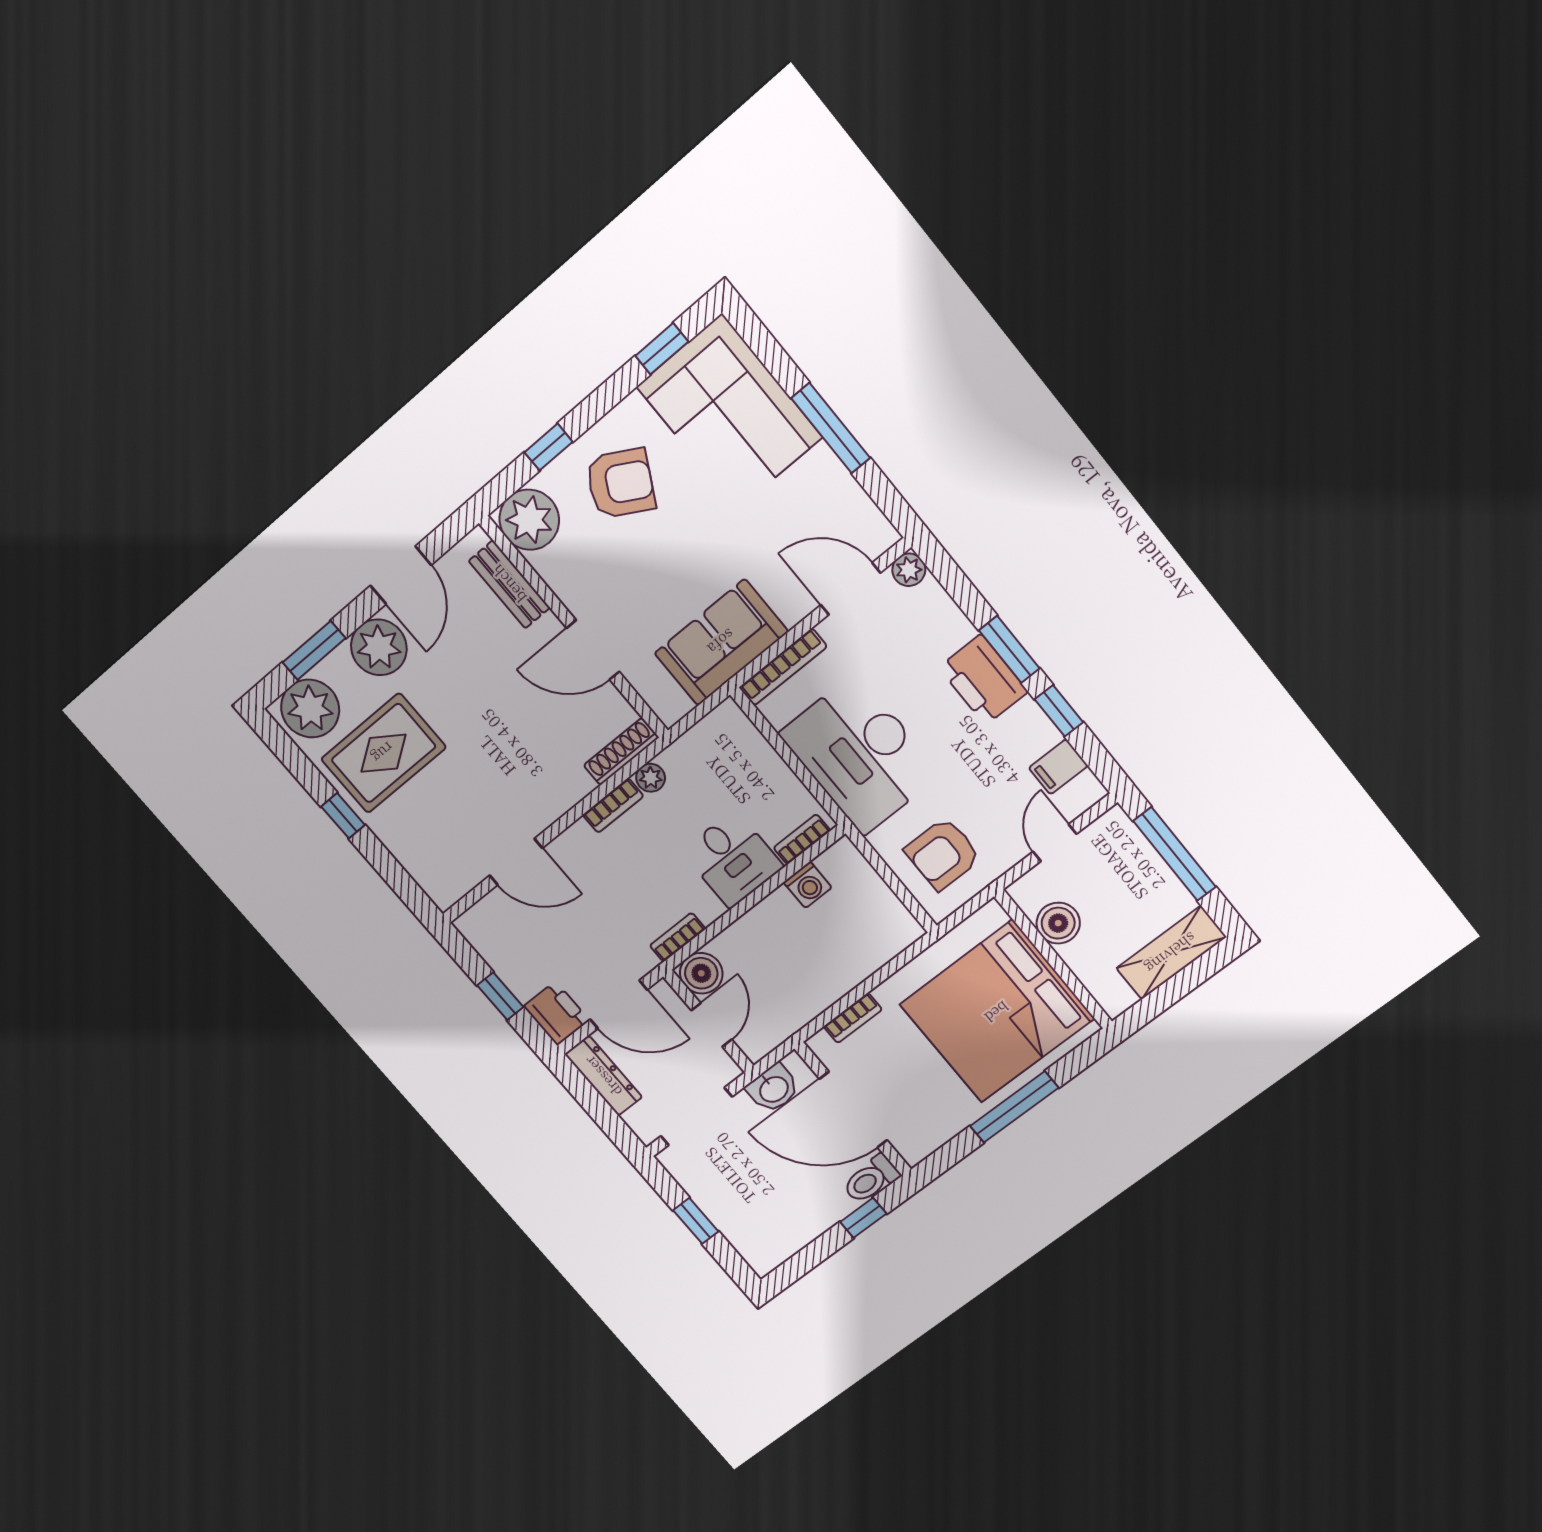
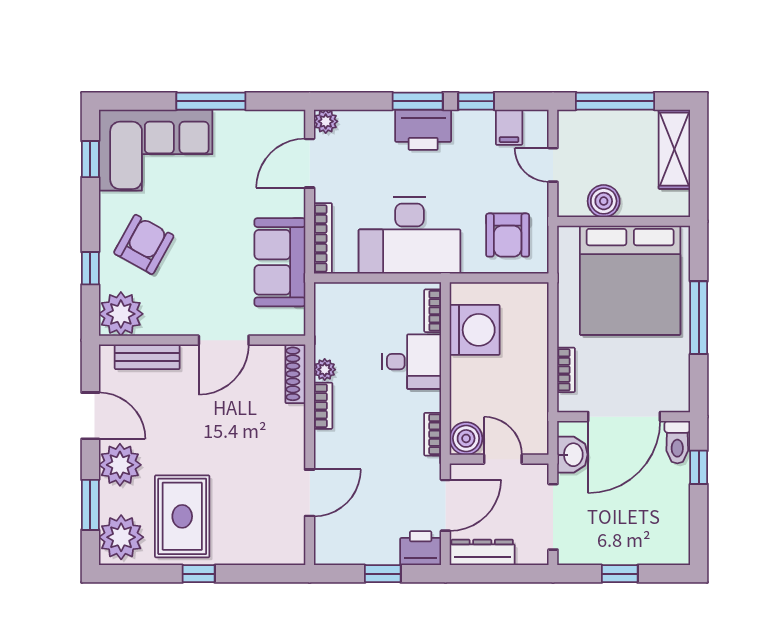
washing machine: (808, 885) -> (475, 330), width x1.89, depth x1.89

